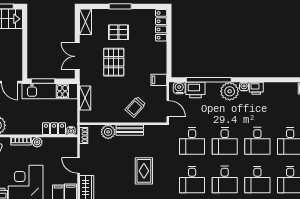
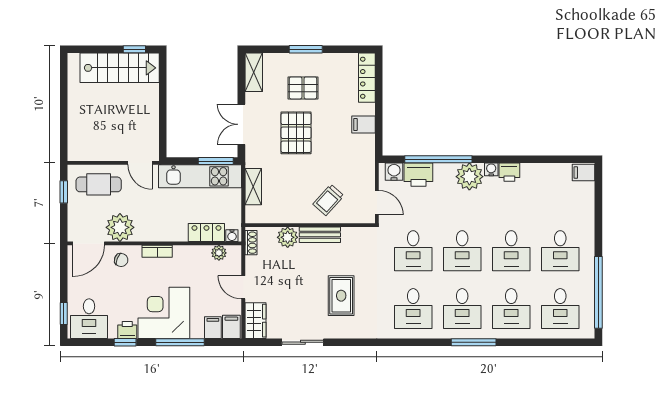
filing cabinet: (159, 80) -> (364, 124), moved
window: (43, 81) -> (216, 161), moved
plant: (37, 142) -> (219, 253), moved

